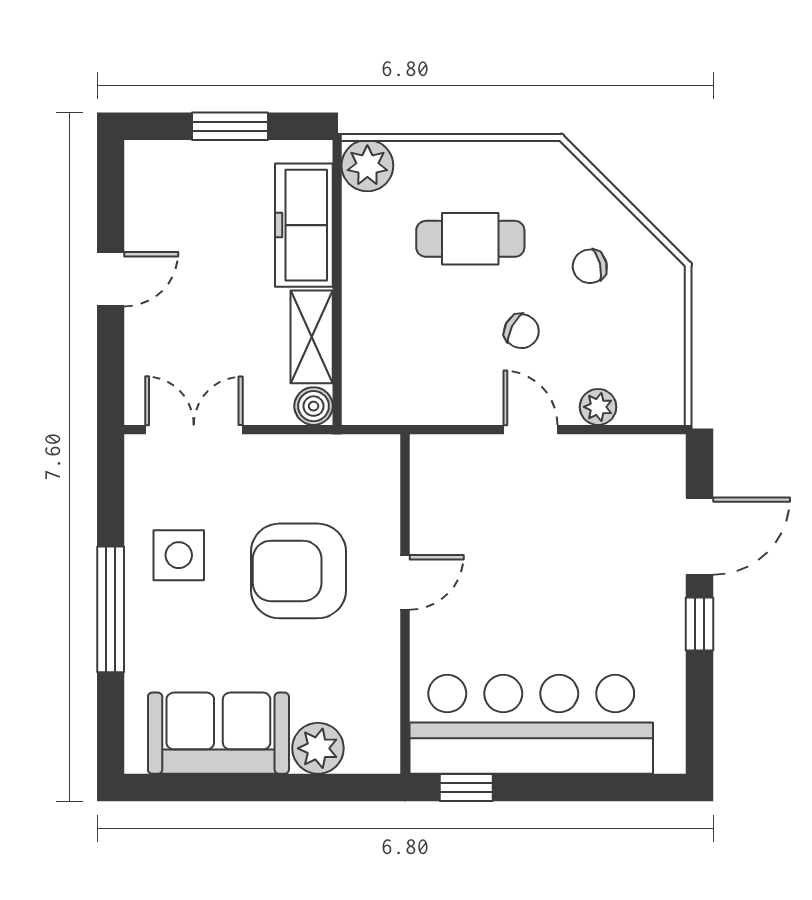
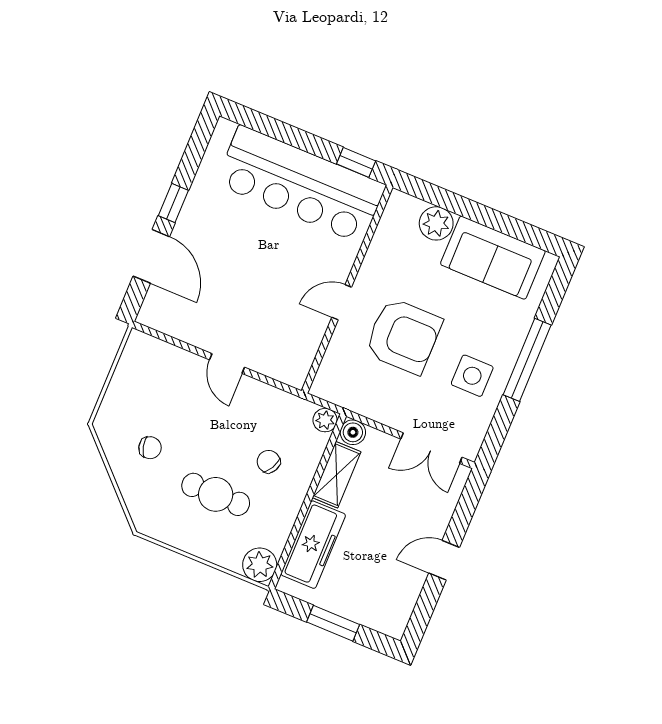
chair: (521, 331) -> (269, 462), moved
plant: (598, 407) -> (325, 420), moved
door: (699, 536) -> (151, 256), swing flipped

